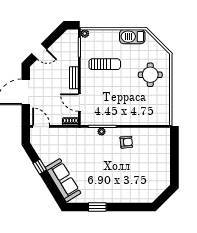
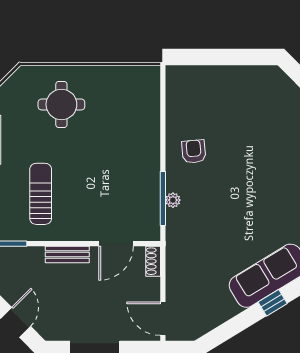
door: (41, 126) -> (163, 319), hinge flipped
window: (40, 167) -> (273, 303), moved

